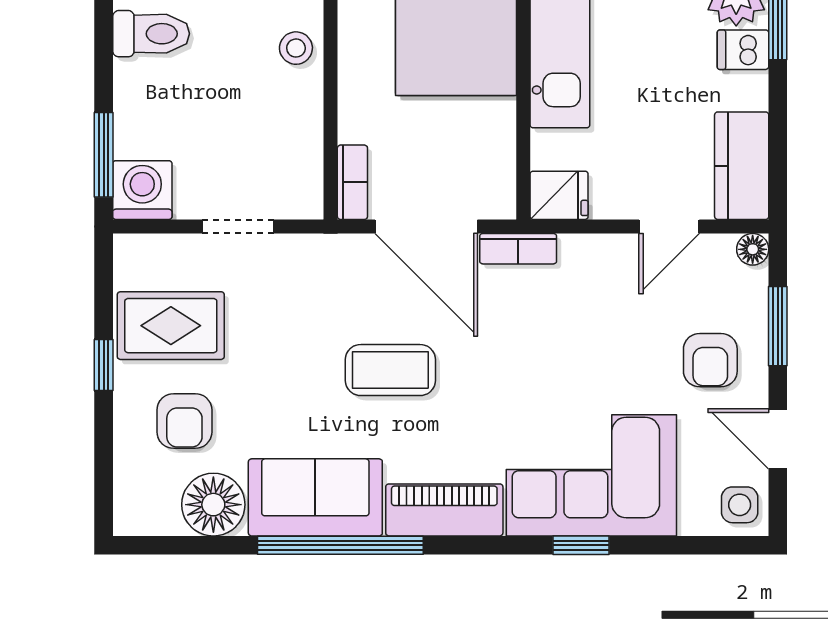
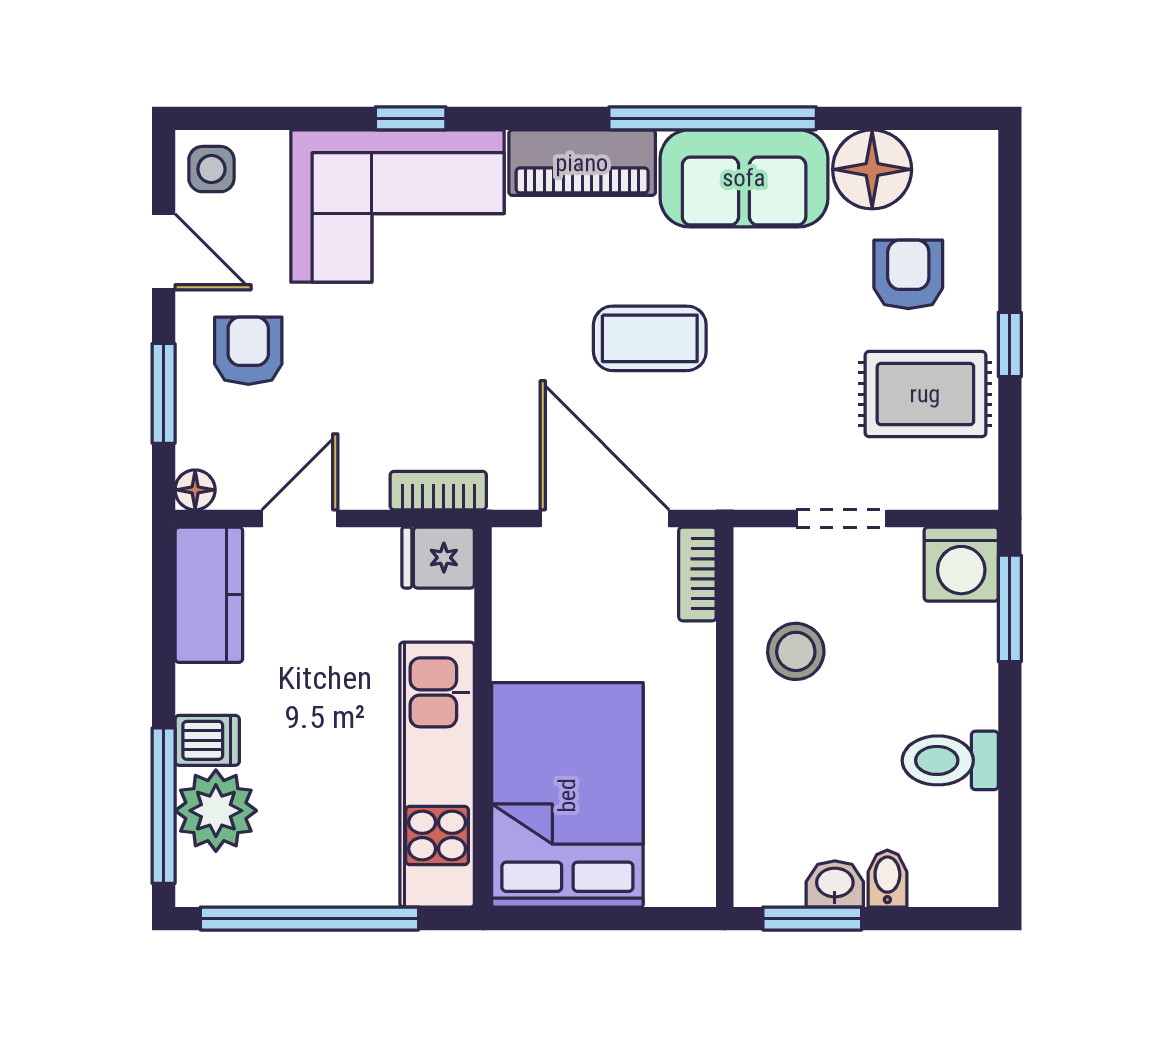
stool: (296, 48) -> (796, 651), moved, width x1.37, depth x1.37
bookcase: (518, 249) -> (438, 491), moved

